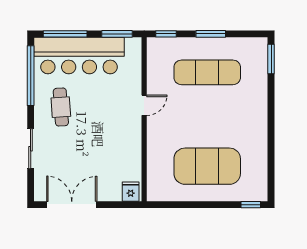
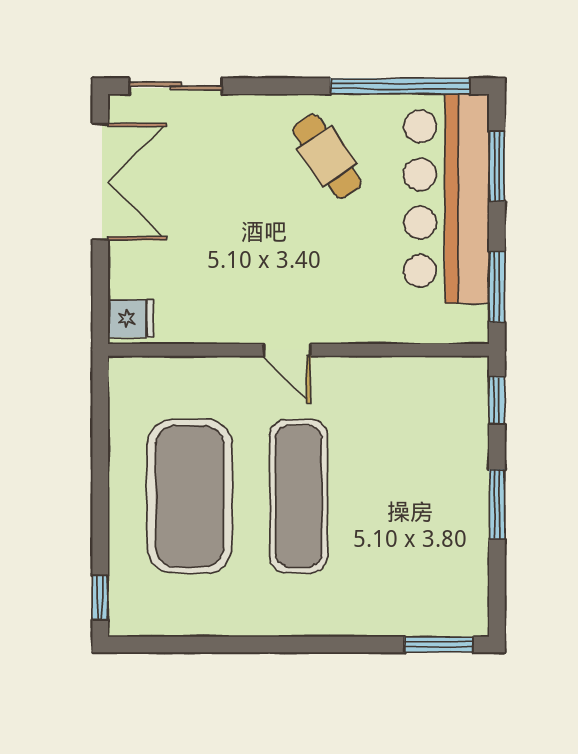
window: (65, 34) -> (497, 166), width x0.69
exercise mat: (207, 72) -> (299, 496), moved
door: (144, 105) -> (287, 350), moved
cafe table: (61, 107) -> (327, 156), turned 60
sliding door: (31, 149) -> (176, 86), moved

